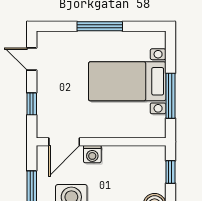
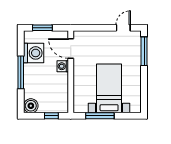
window: (100, 26) -> (144, 51), moved
window: (32, 104) -> (95, 28), removed

